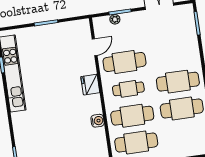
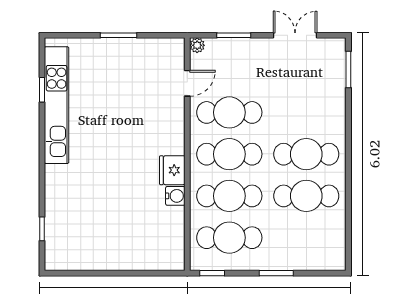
plant: (115, 19) -> (197, 45), moved
fridge: (90, 85) -> (172, 170), moved
cafe table: (128, 89) -> (229, 154), width x1.37, depth x1.35

